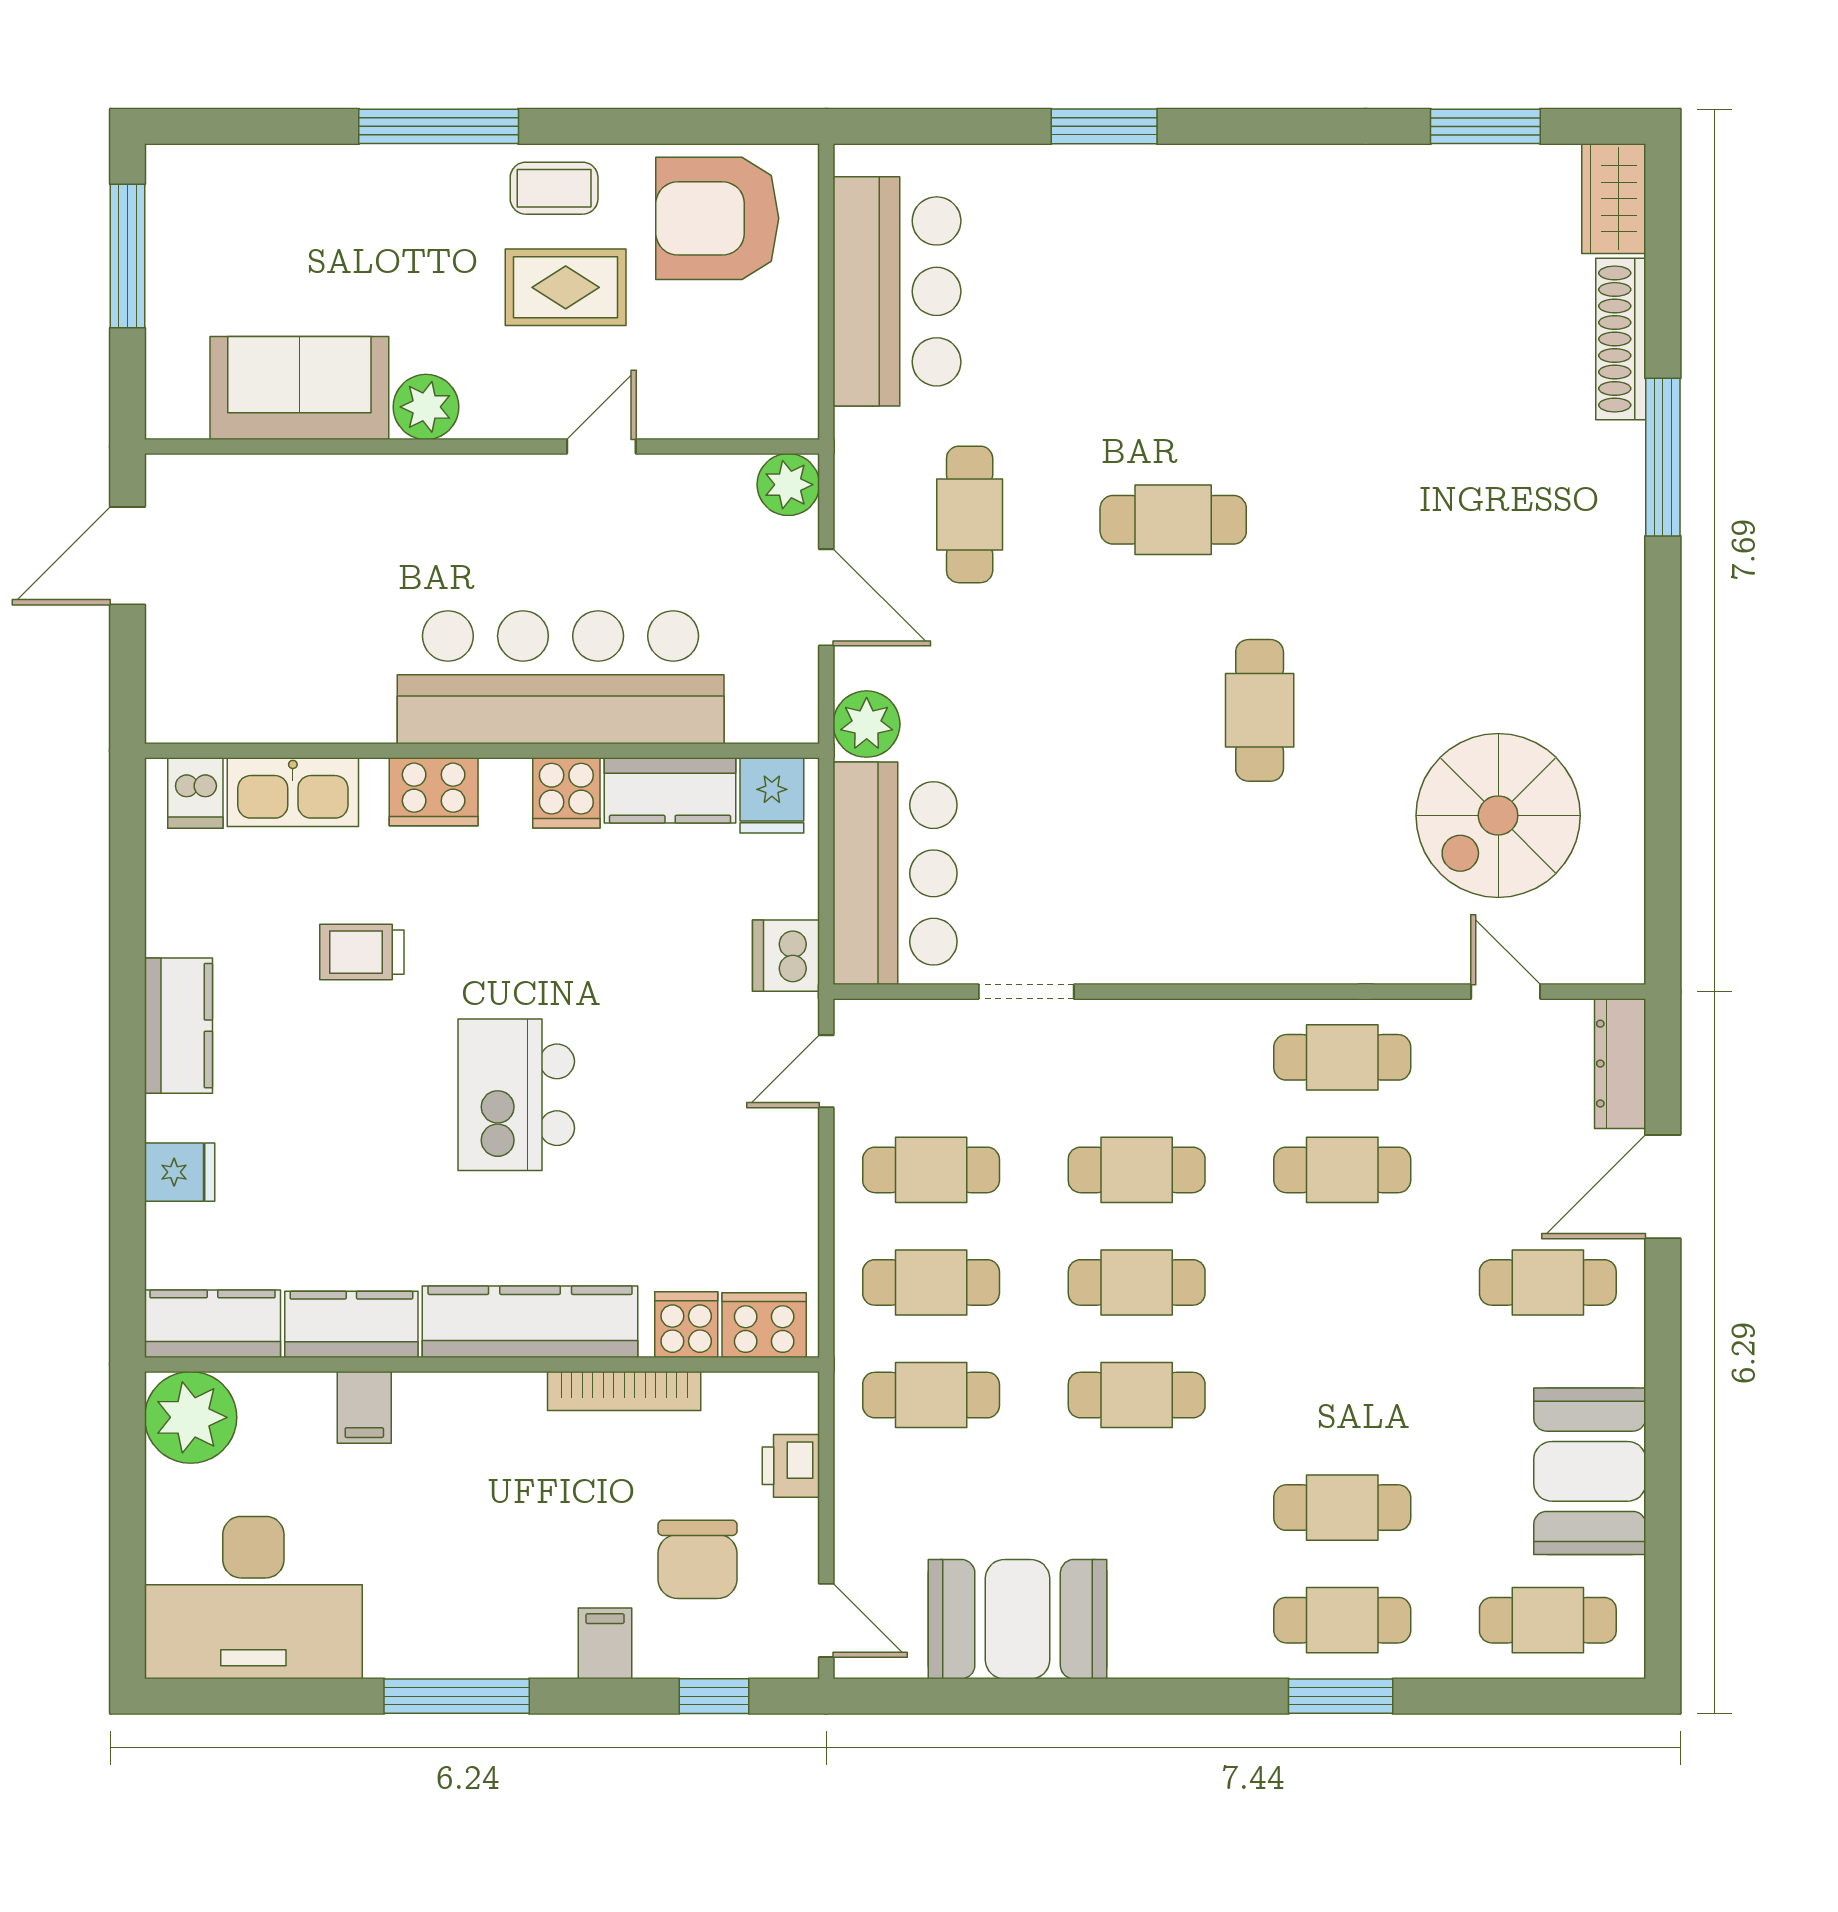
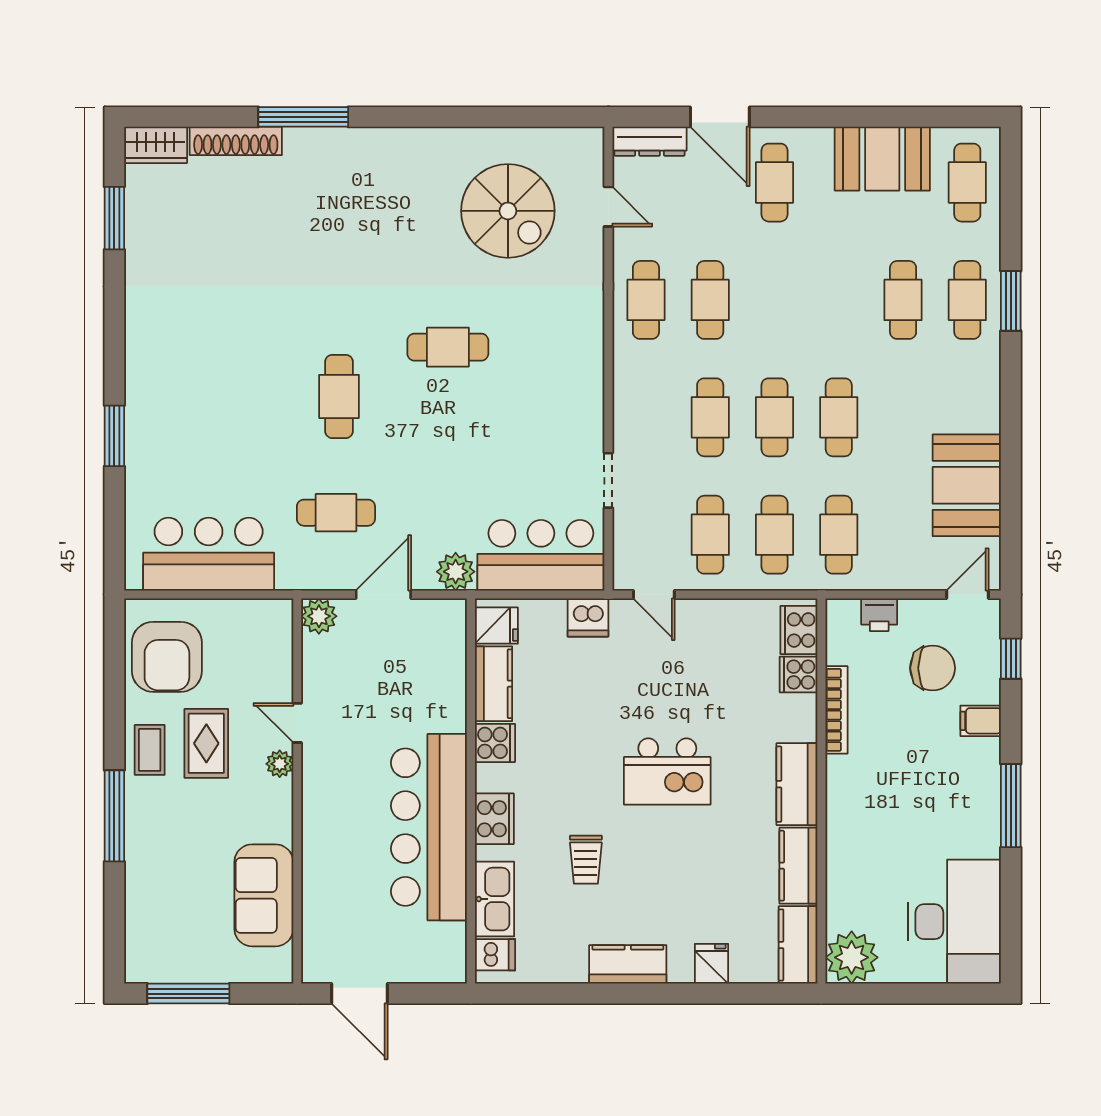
plant: (426, 407) -> (280, 764), moved, width x0.73, depth x0.73
bar counter: (561, 677) -> (429, 827), moved
door: (1506, 992) -> (608, 207), swing flipped
kitchen counter: (530, 1322) -> (797, 784), width x0.67
filing cabinet: (364, 1407) -> (846, 858), removed

